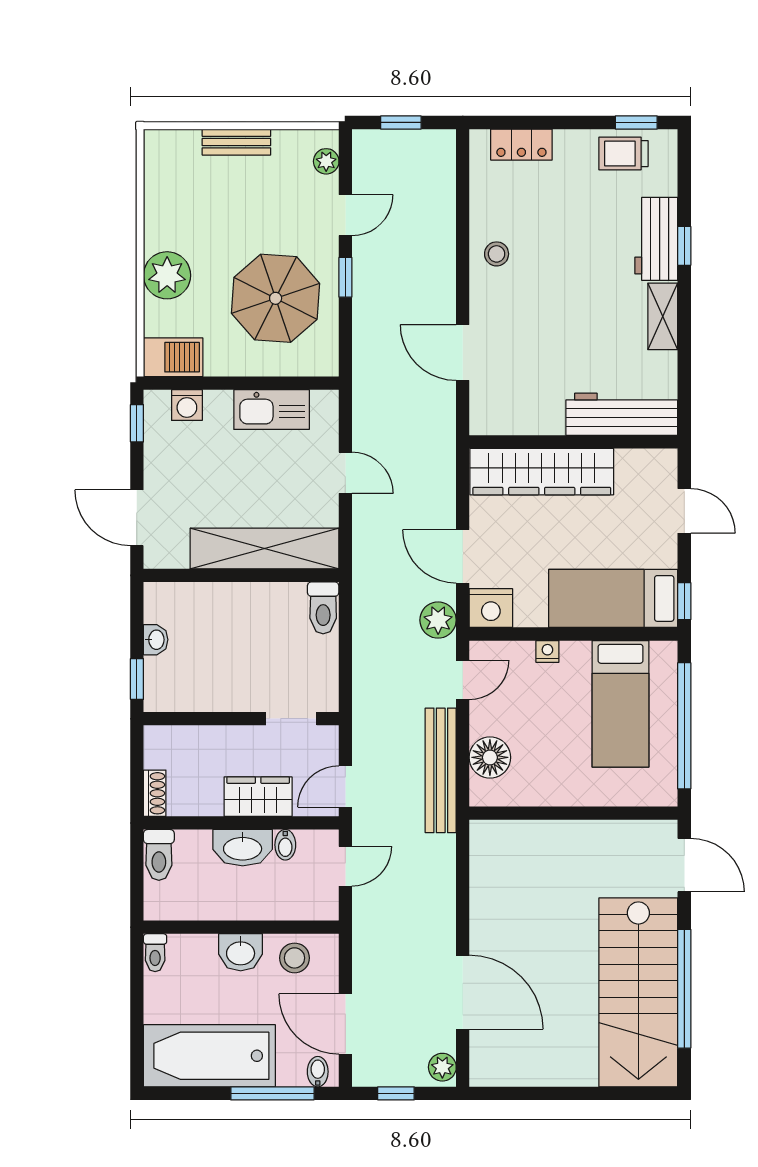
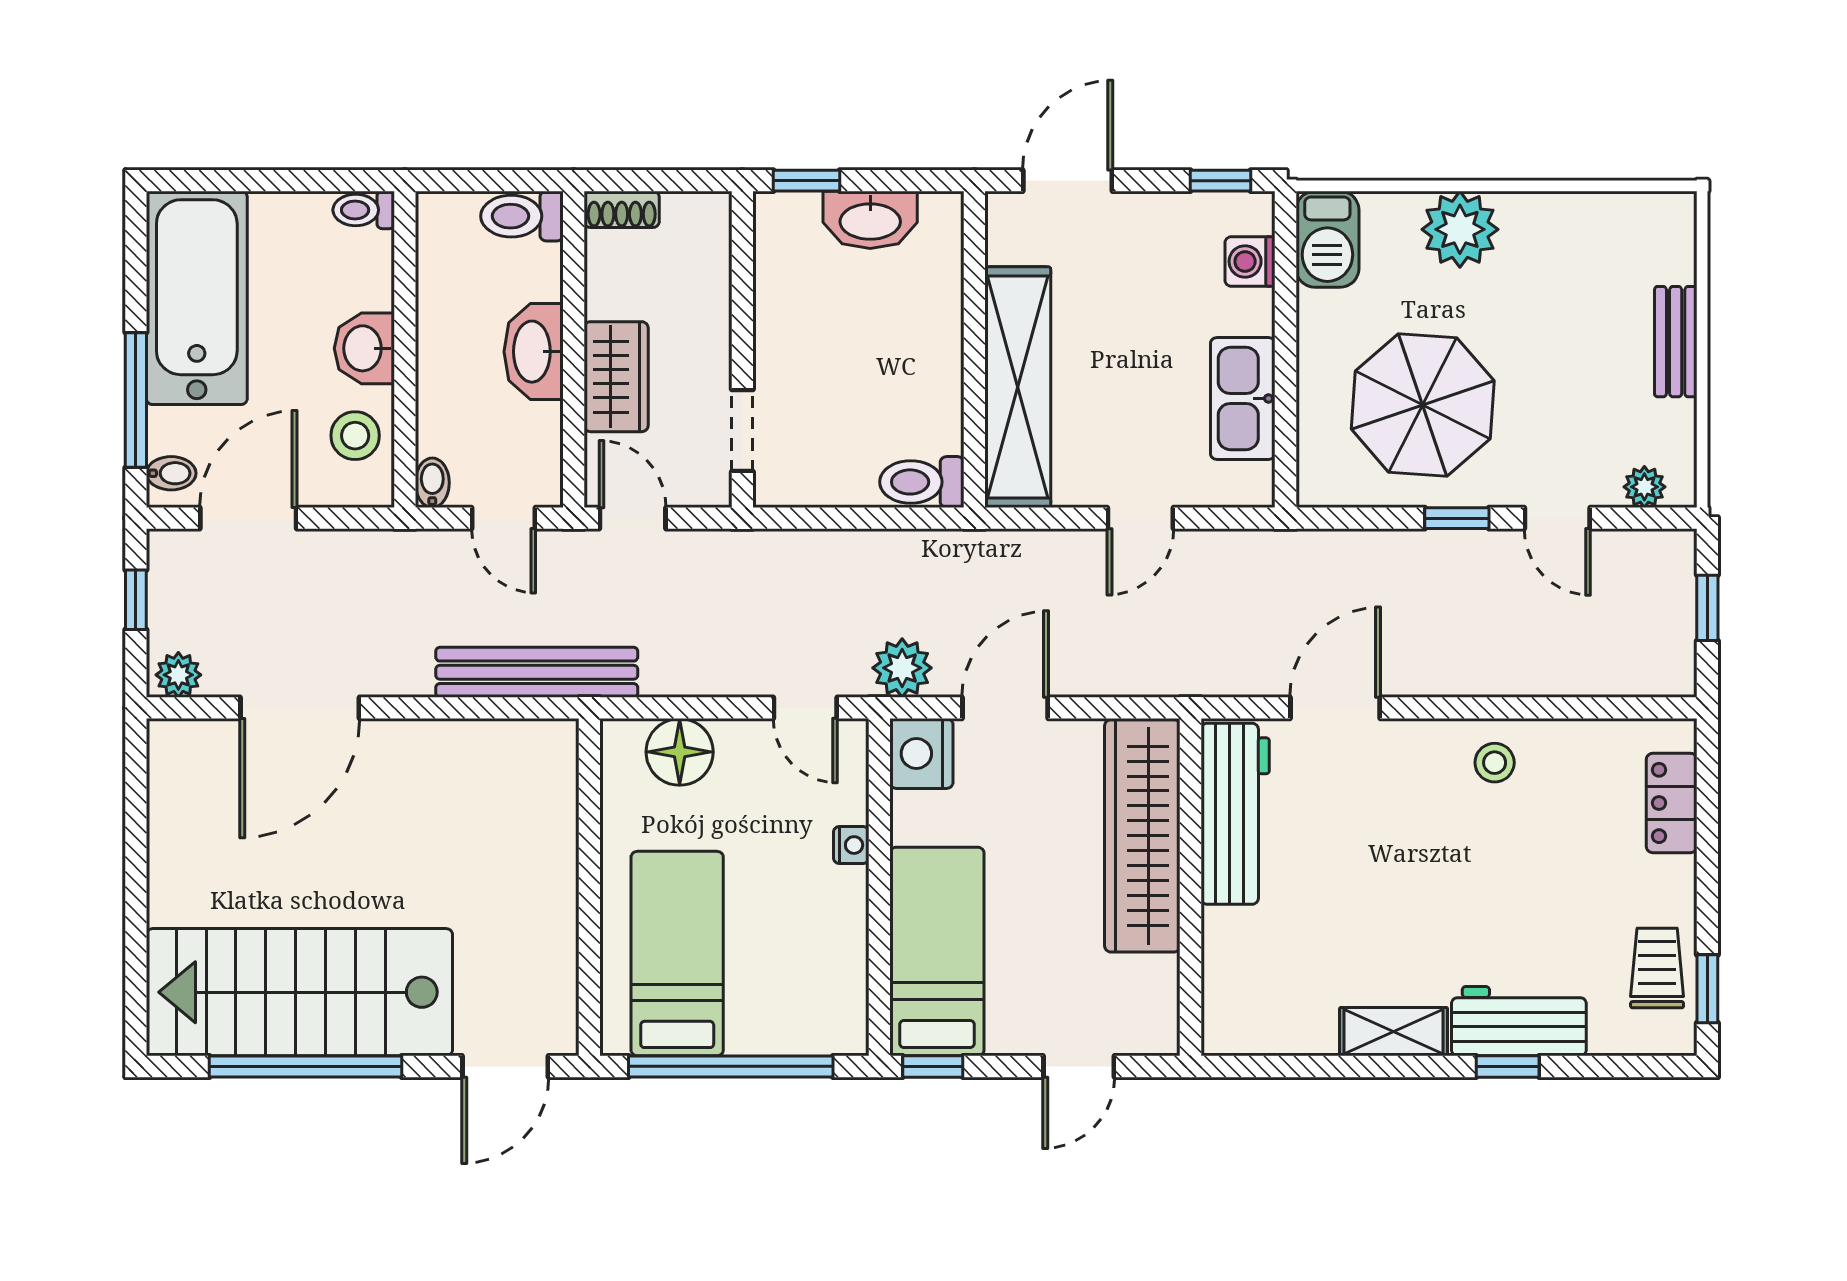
workbench: (622, 414) -> (1235, 814), moved
washbasin: (156, 640) -> (870, 220), width x1.91, depth x1.45
bed: (621, 704) -> (677, 954), moved, turned 90
bench: (441, 770) -> (537, 672), moved
bidet: (285, 845) -> (432, 483), moved, turned 90

